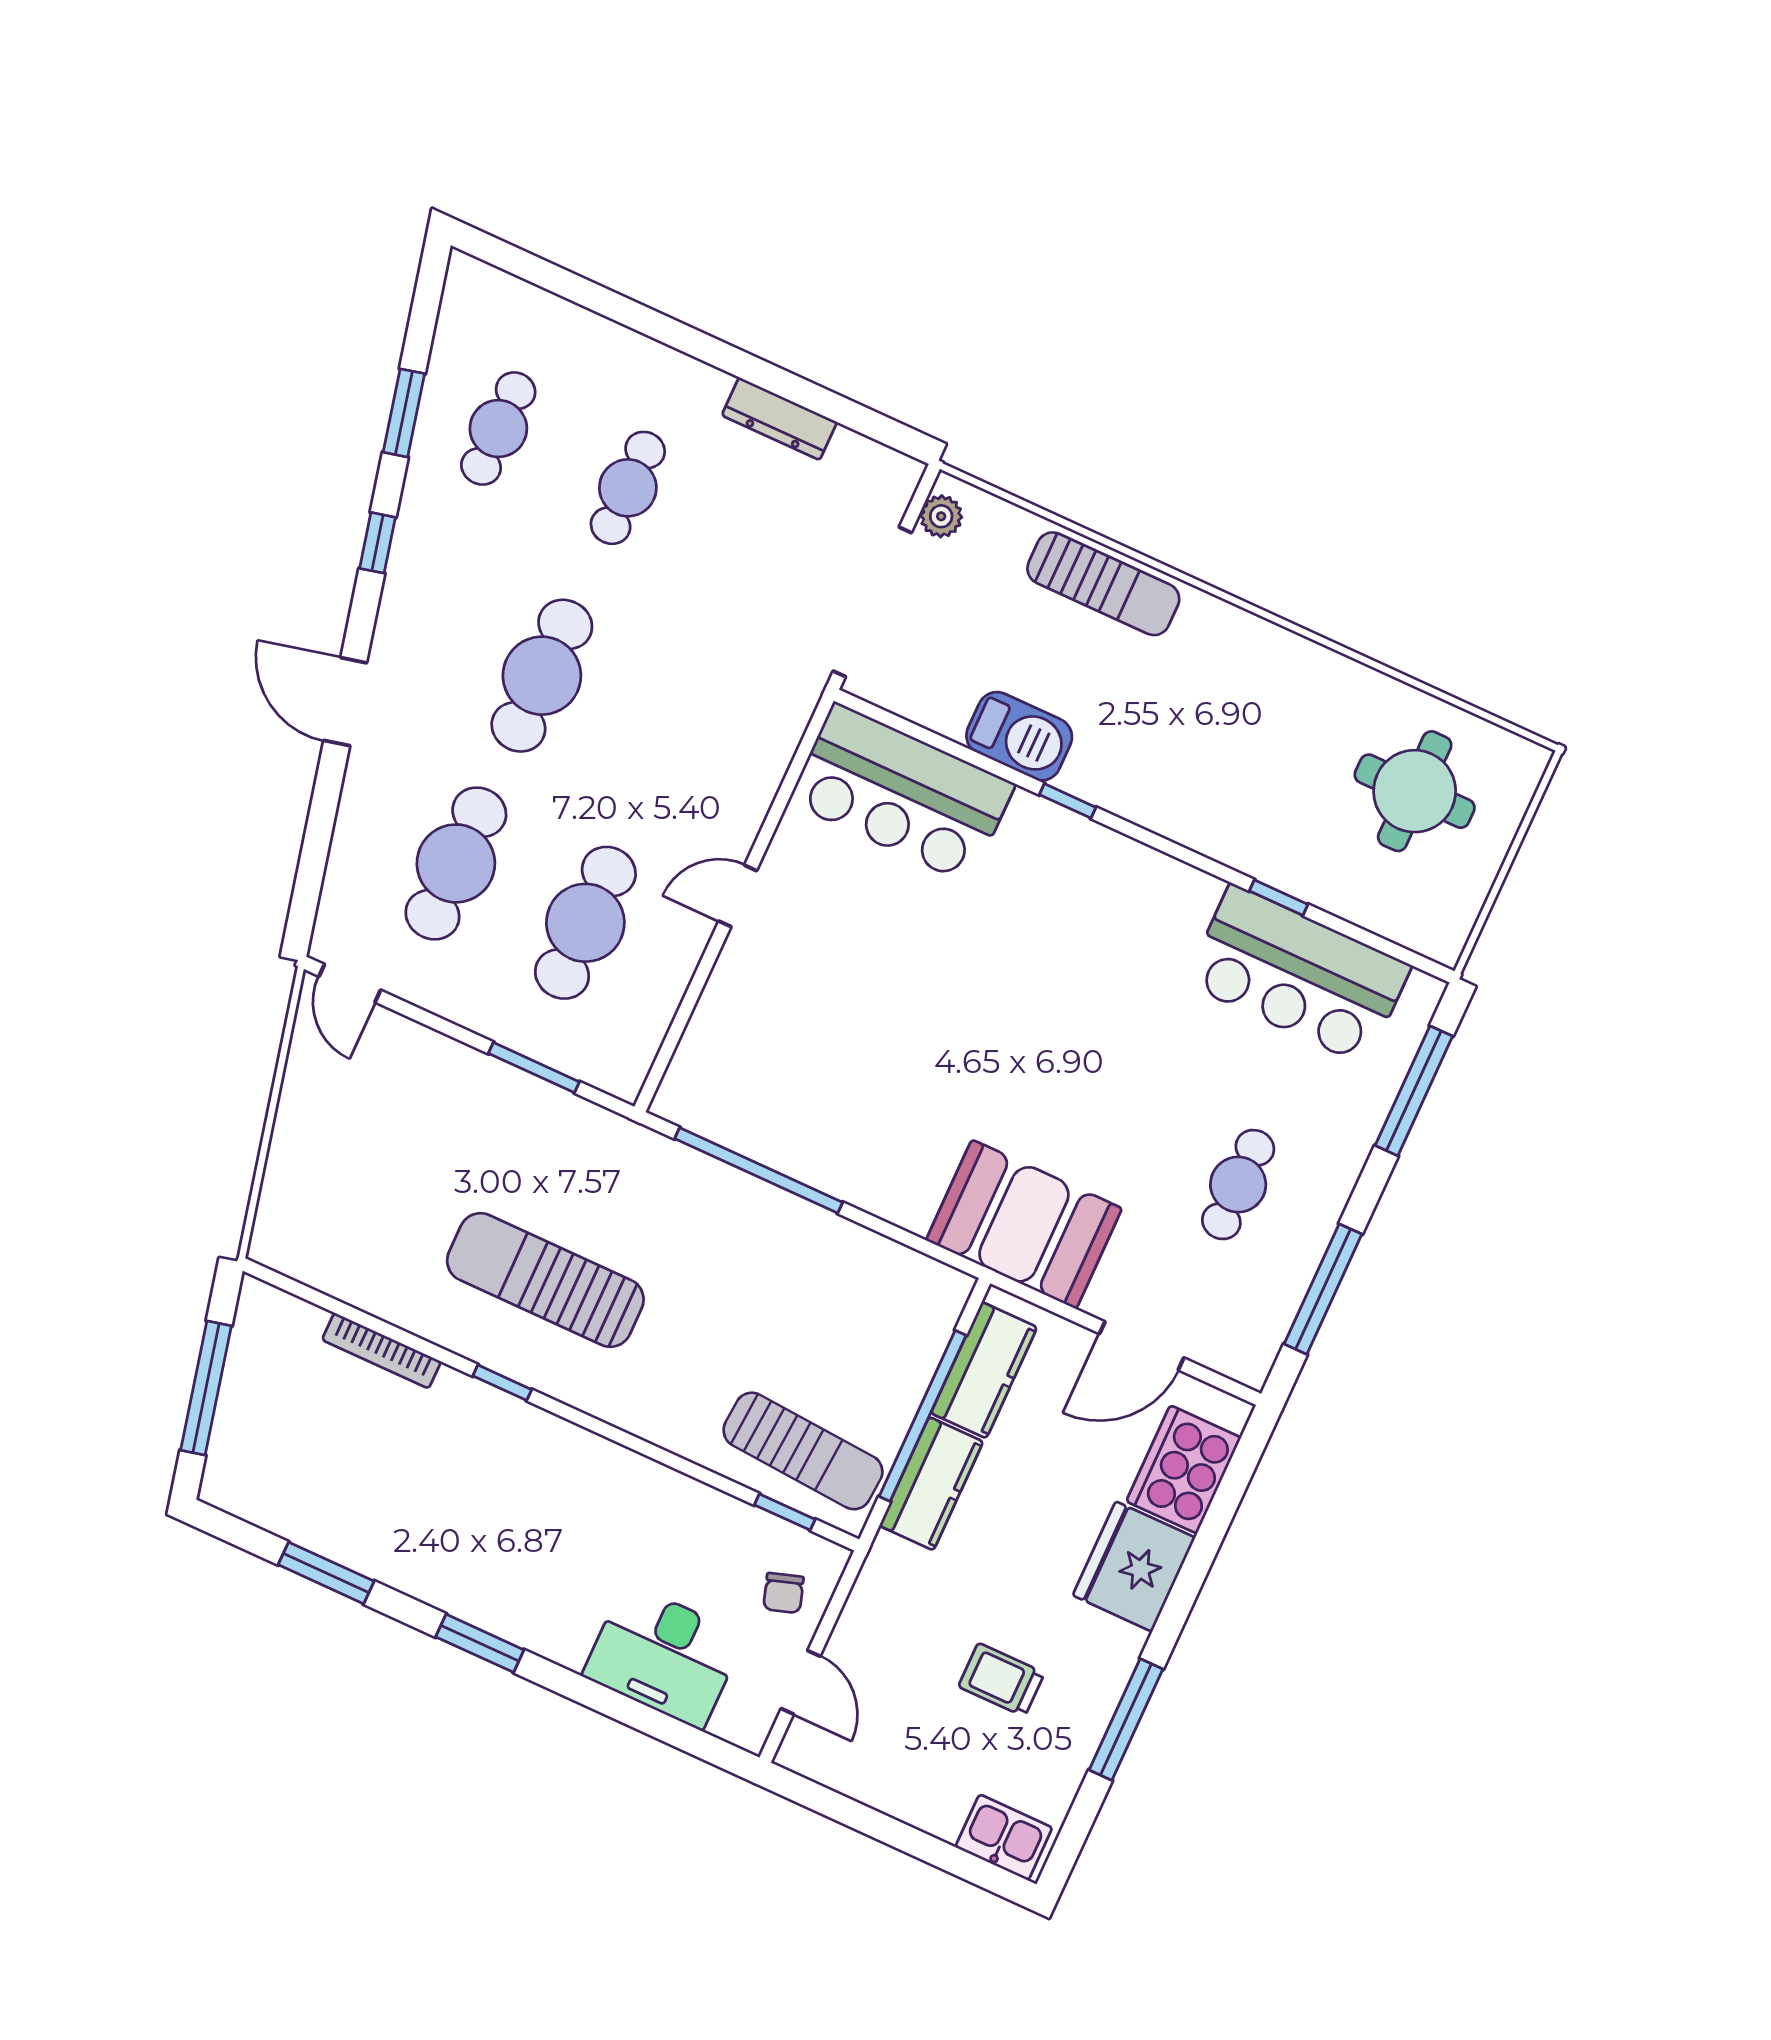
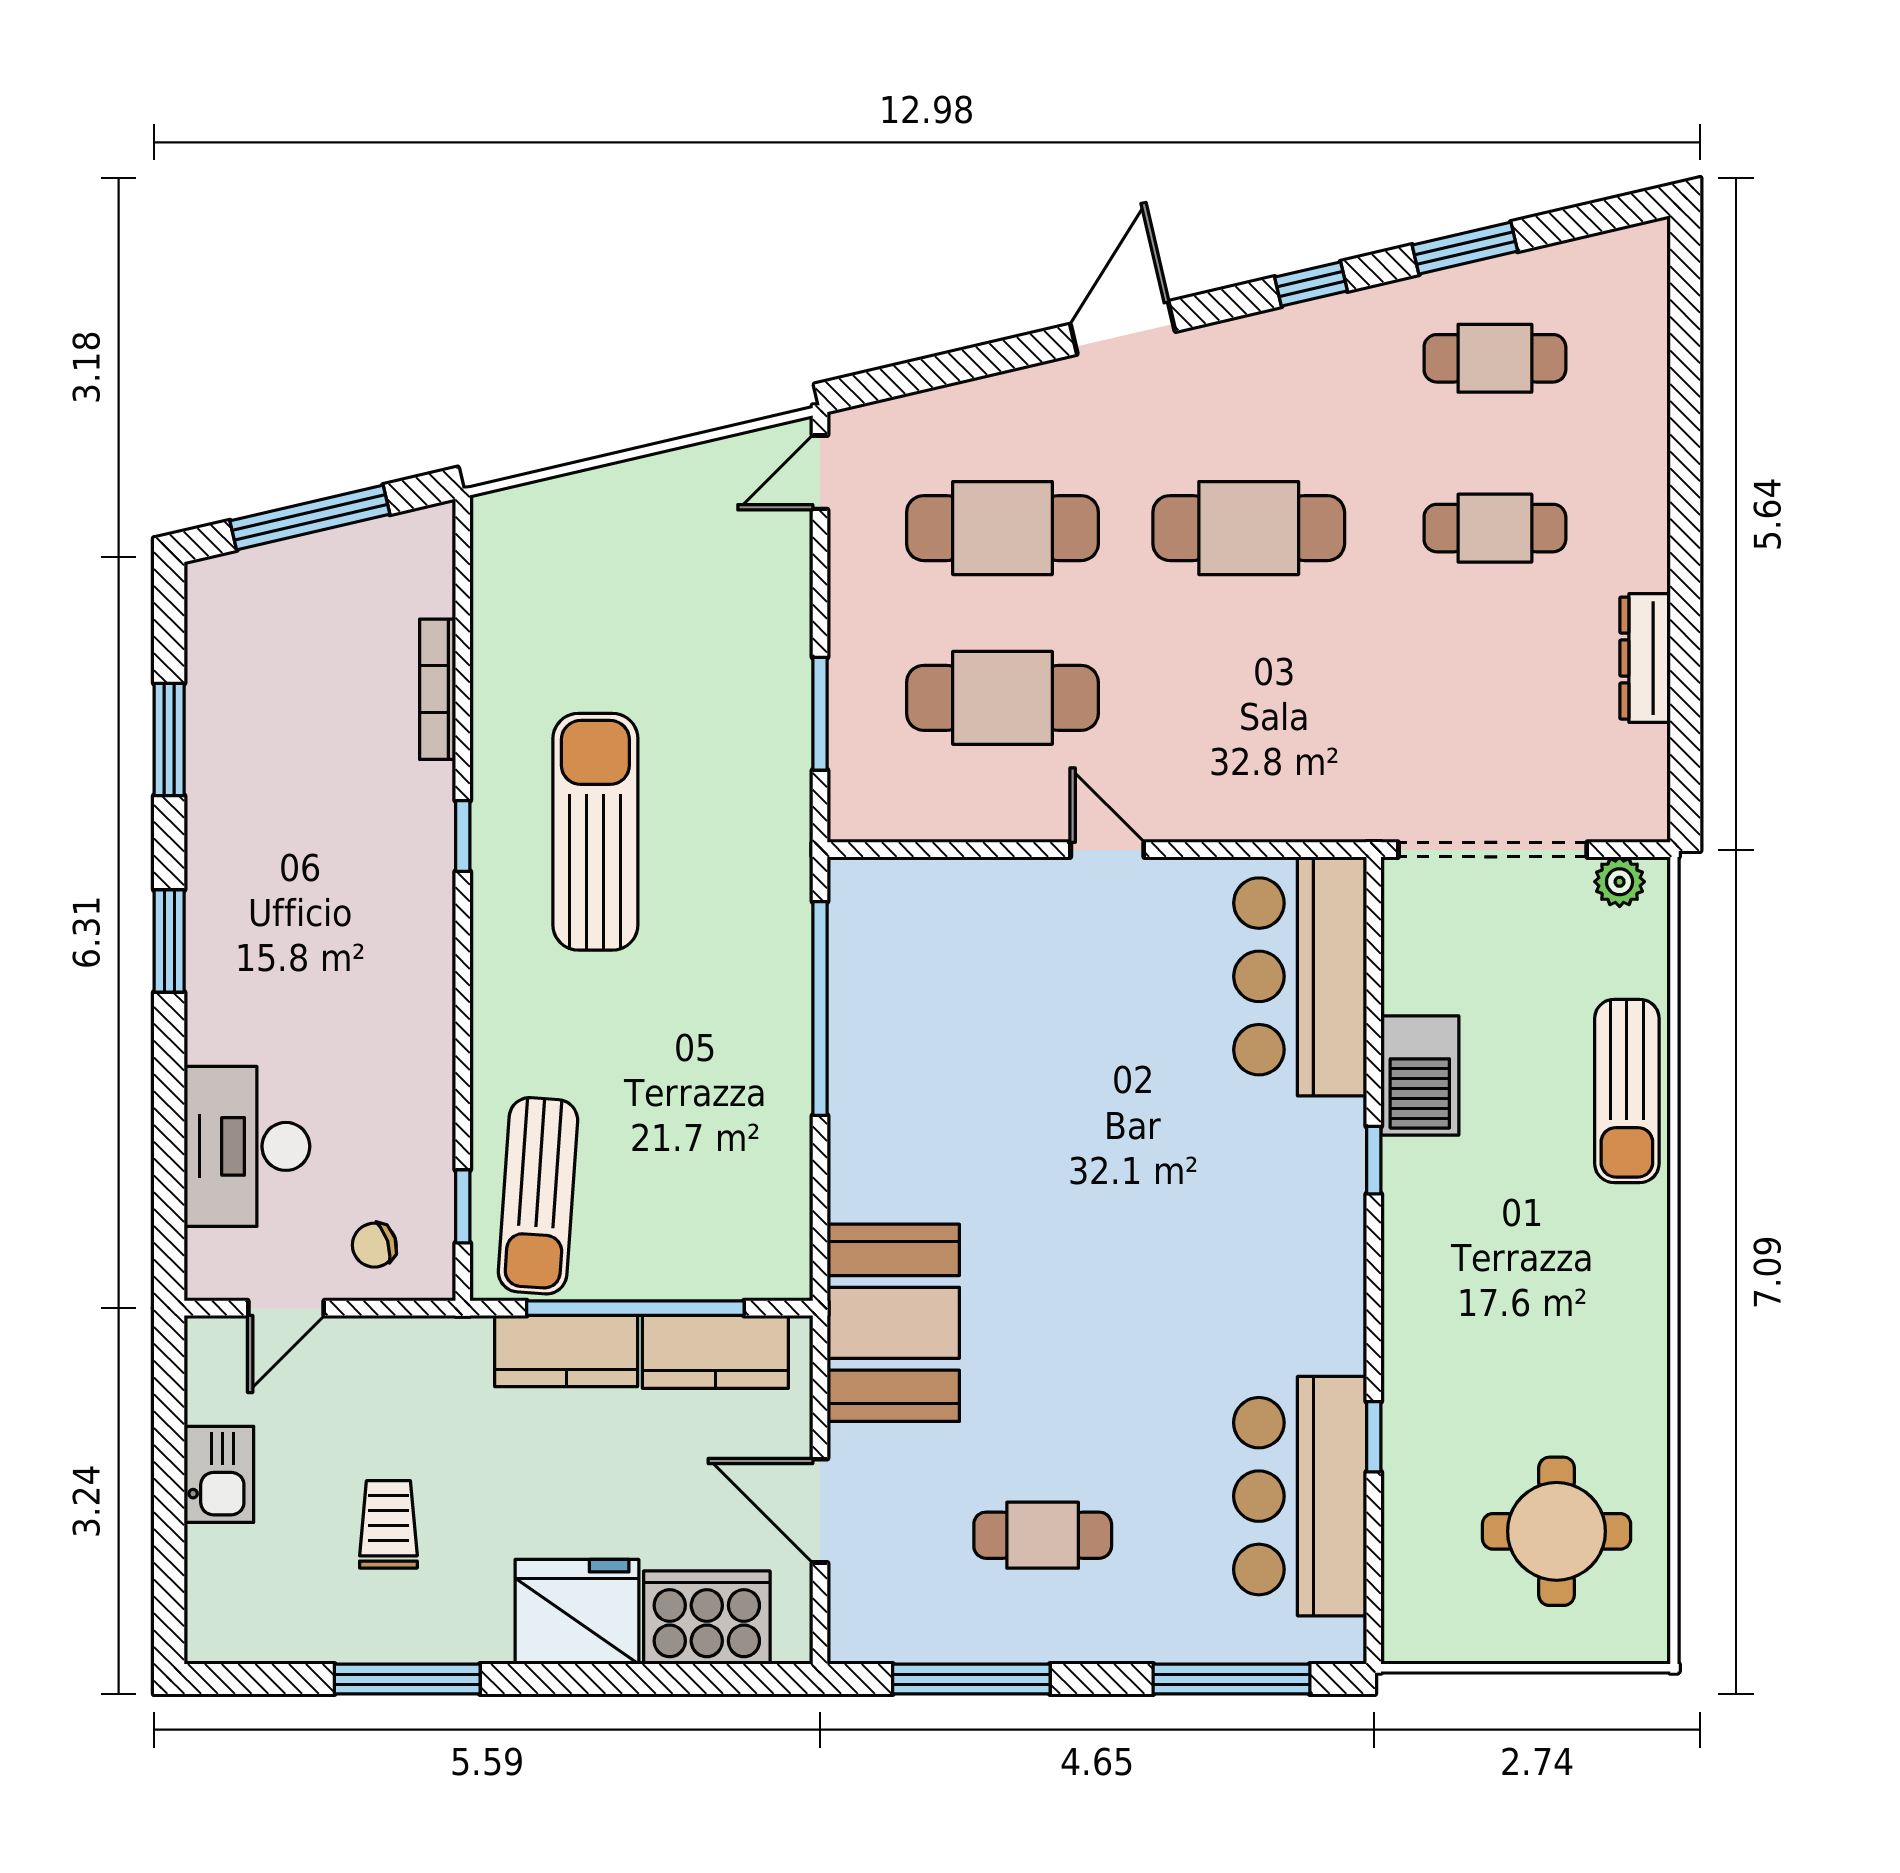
kitchen sink: (1004, 1837) -> (219, 1474), moved

